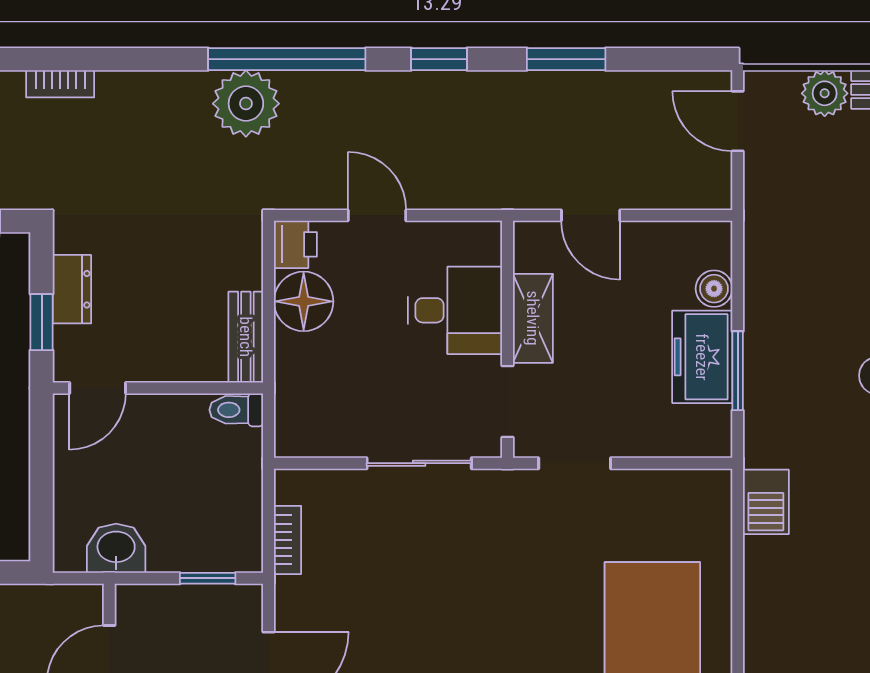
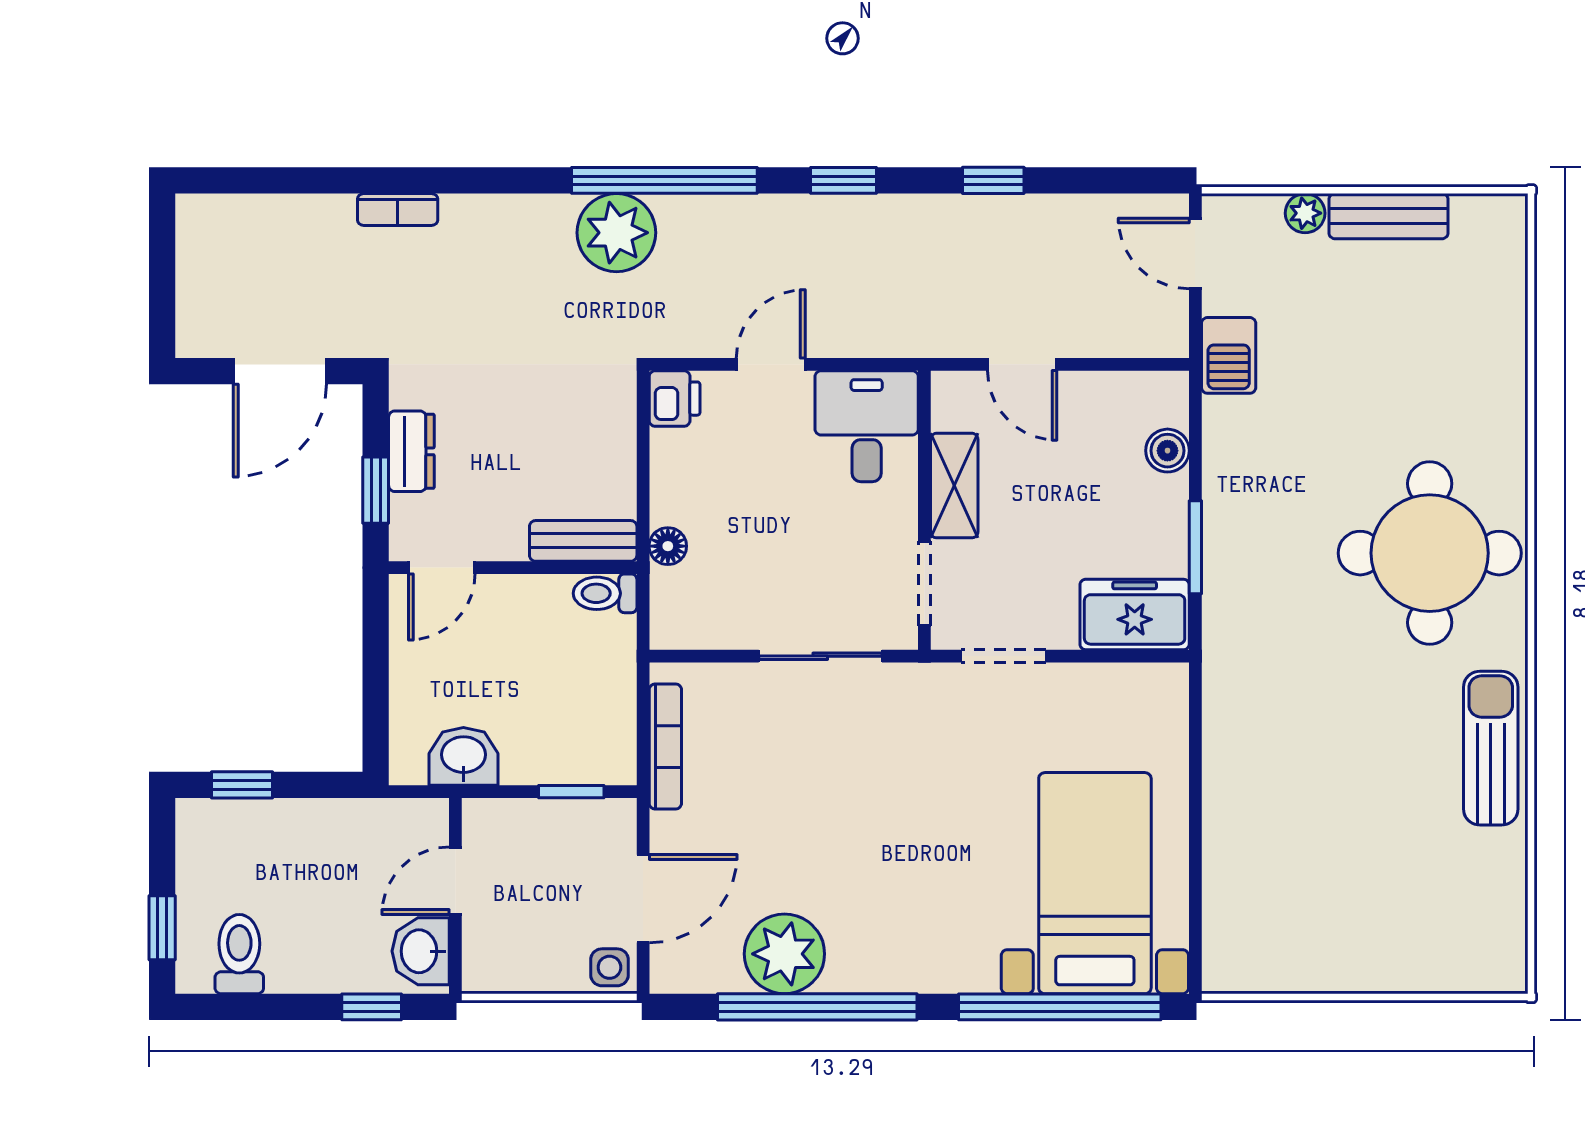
window: (566, 59) -> (993, 180), width x0.67
plant: (825, 93) -> (1305, 213), width x0.73, depth x0.73
door: (377, 215) -> (771, 364), hinge flipped
floor lamp: (304, 301) -> (668, 546), moved, width x0.53, depth x0.53
desk: (455, 310) -> (867, 426), moved, turned -90
bench: (246, 337) -> (583, 541), moved, turned 90
freezer: (702, 357) -> (1135, 614), moved, turned 90
barbecue: (766, 502) -> (1229, 355), moved
bookcase: (287, 540) -> (665, 746), width x1.56

